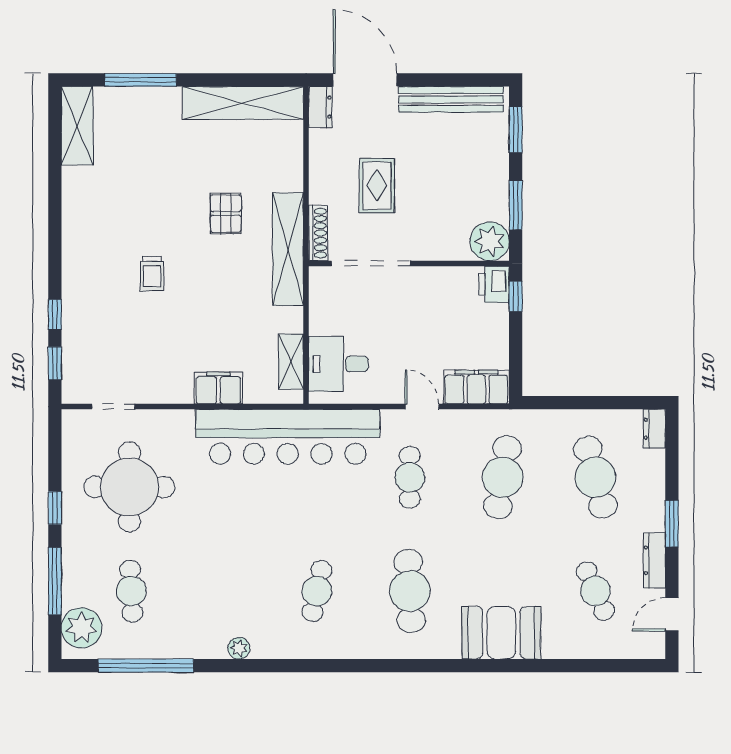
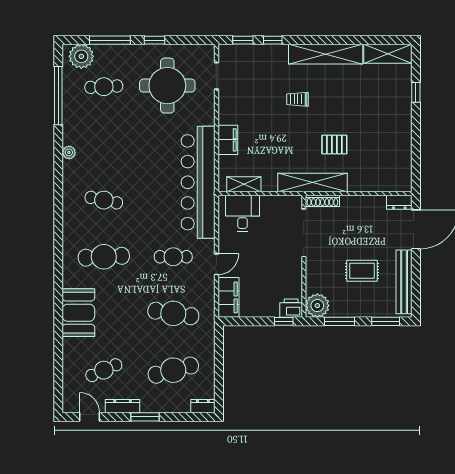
window: (141, 80) -> (416, 92), width x0.46
shelving: (243, 103) -> (326, 54), moved, turned 90
rug: (377, 186) -> (362, 271), moved

